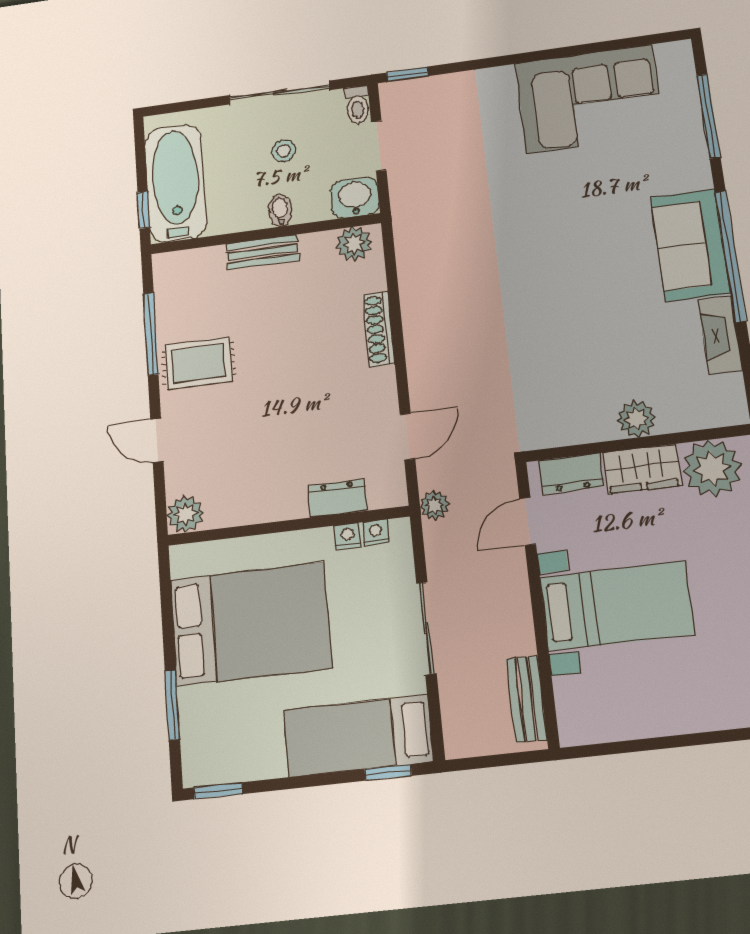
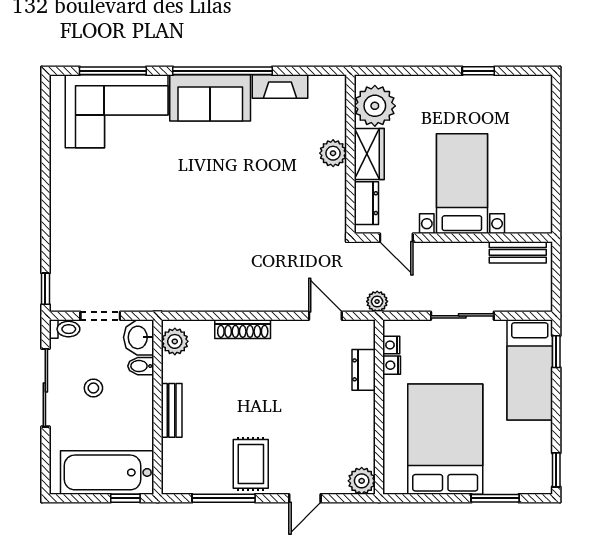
corner sofa: (589, 99) -> (117, 111), moved, turned 90
bidet: (280, 210) -> (141, 366), moved

